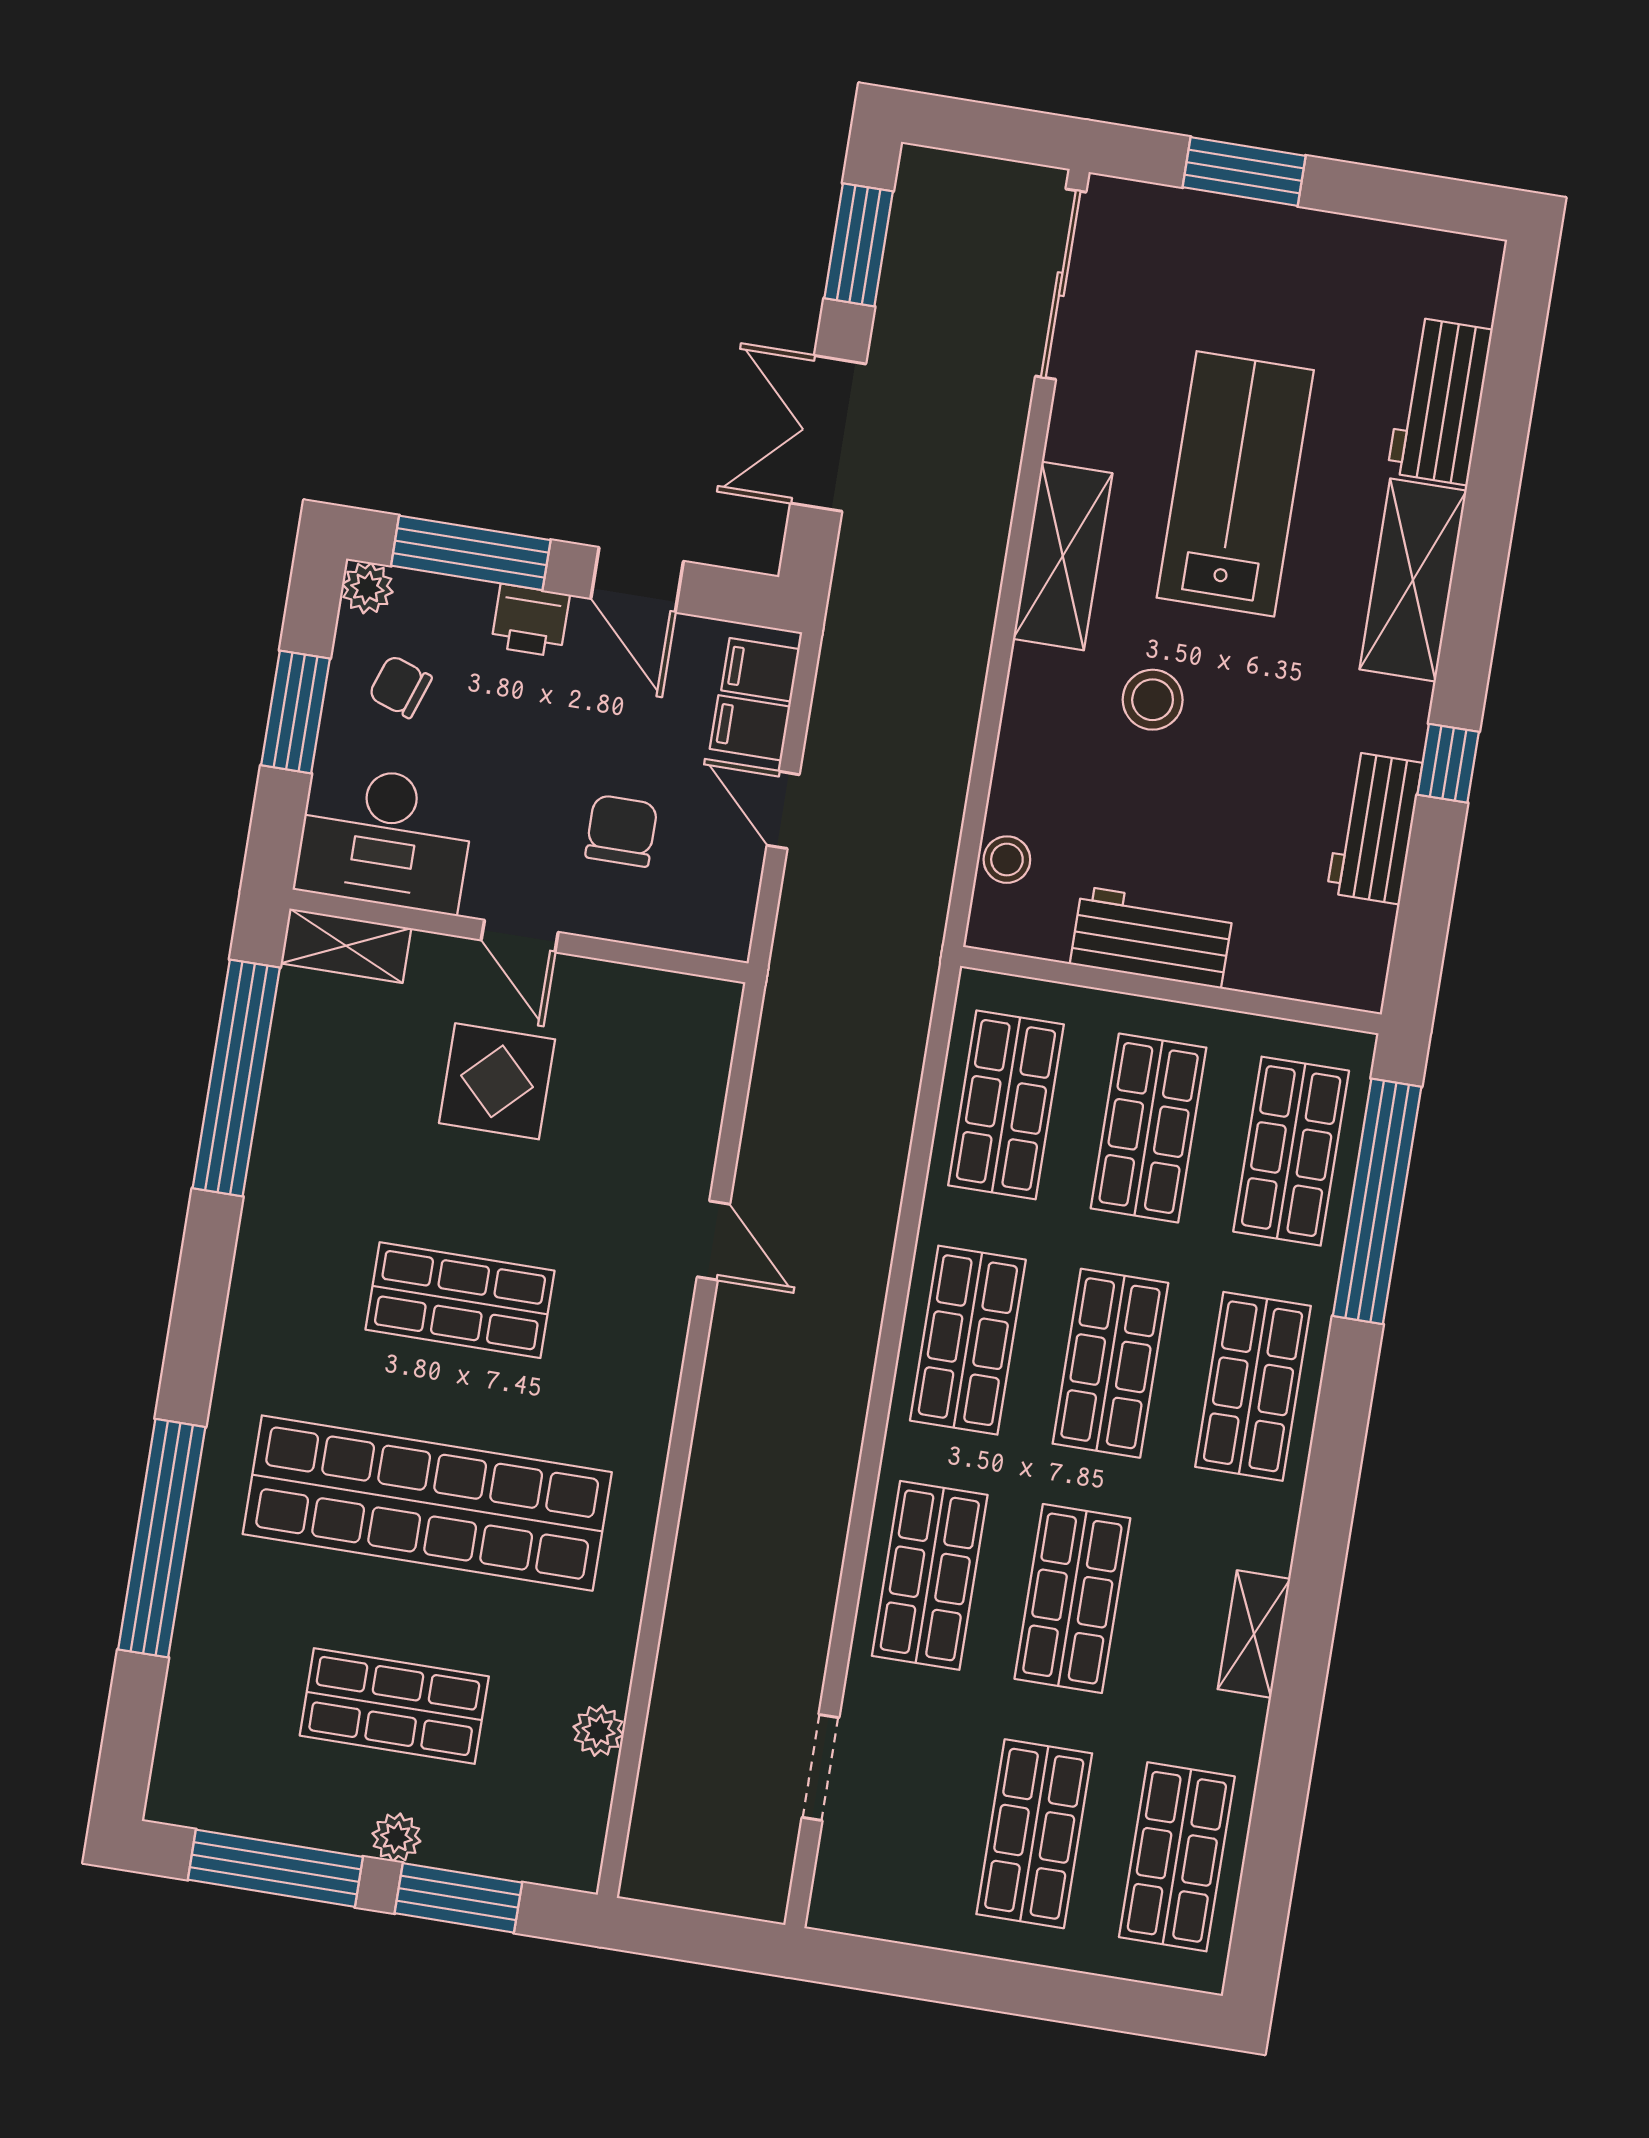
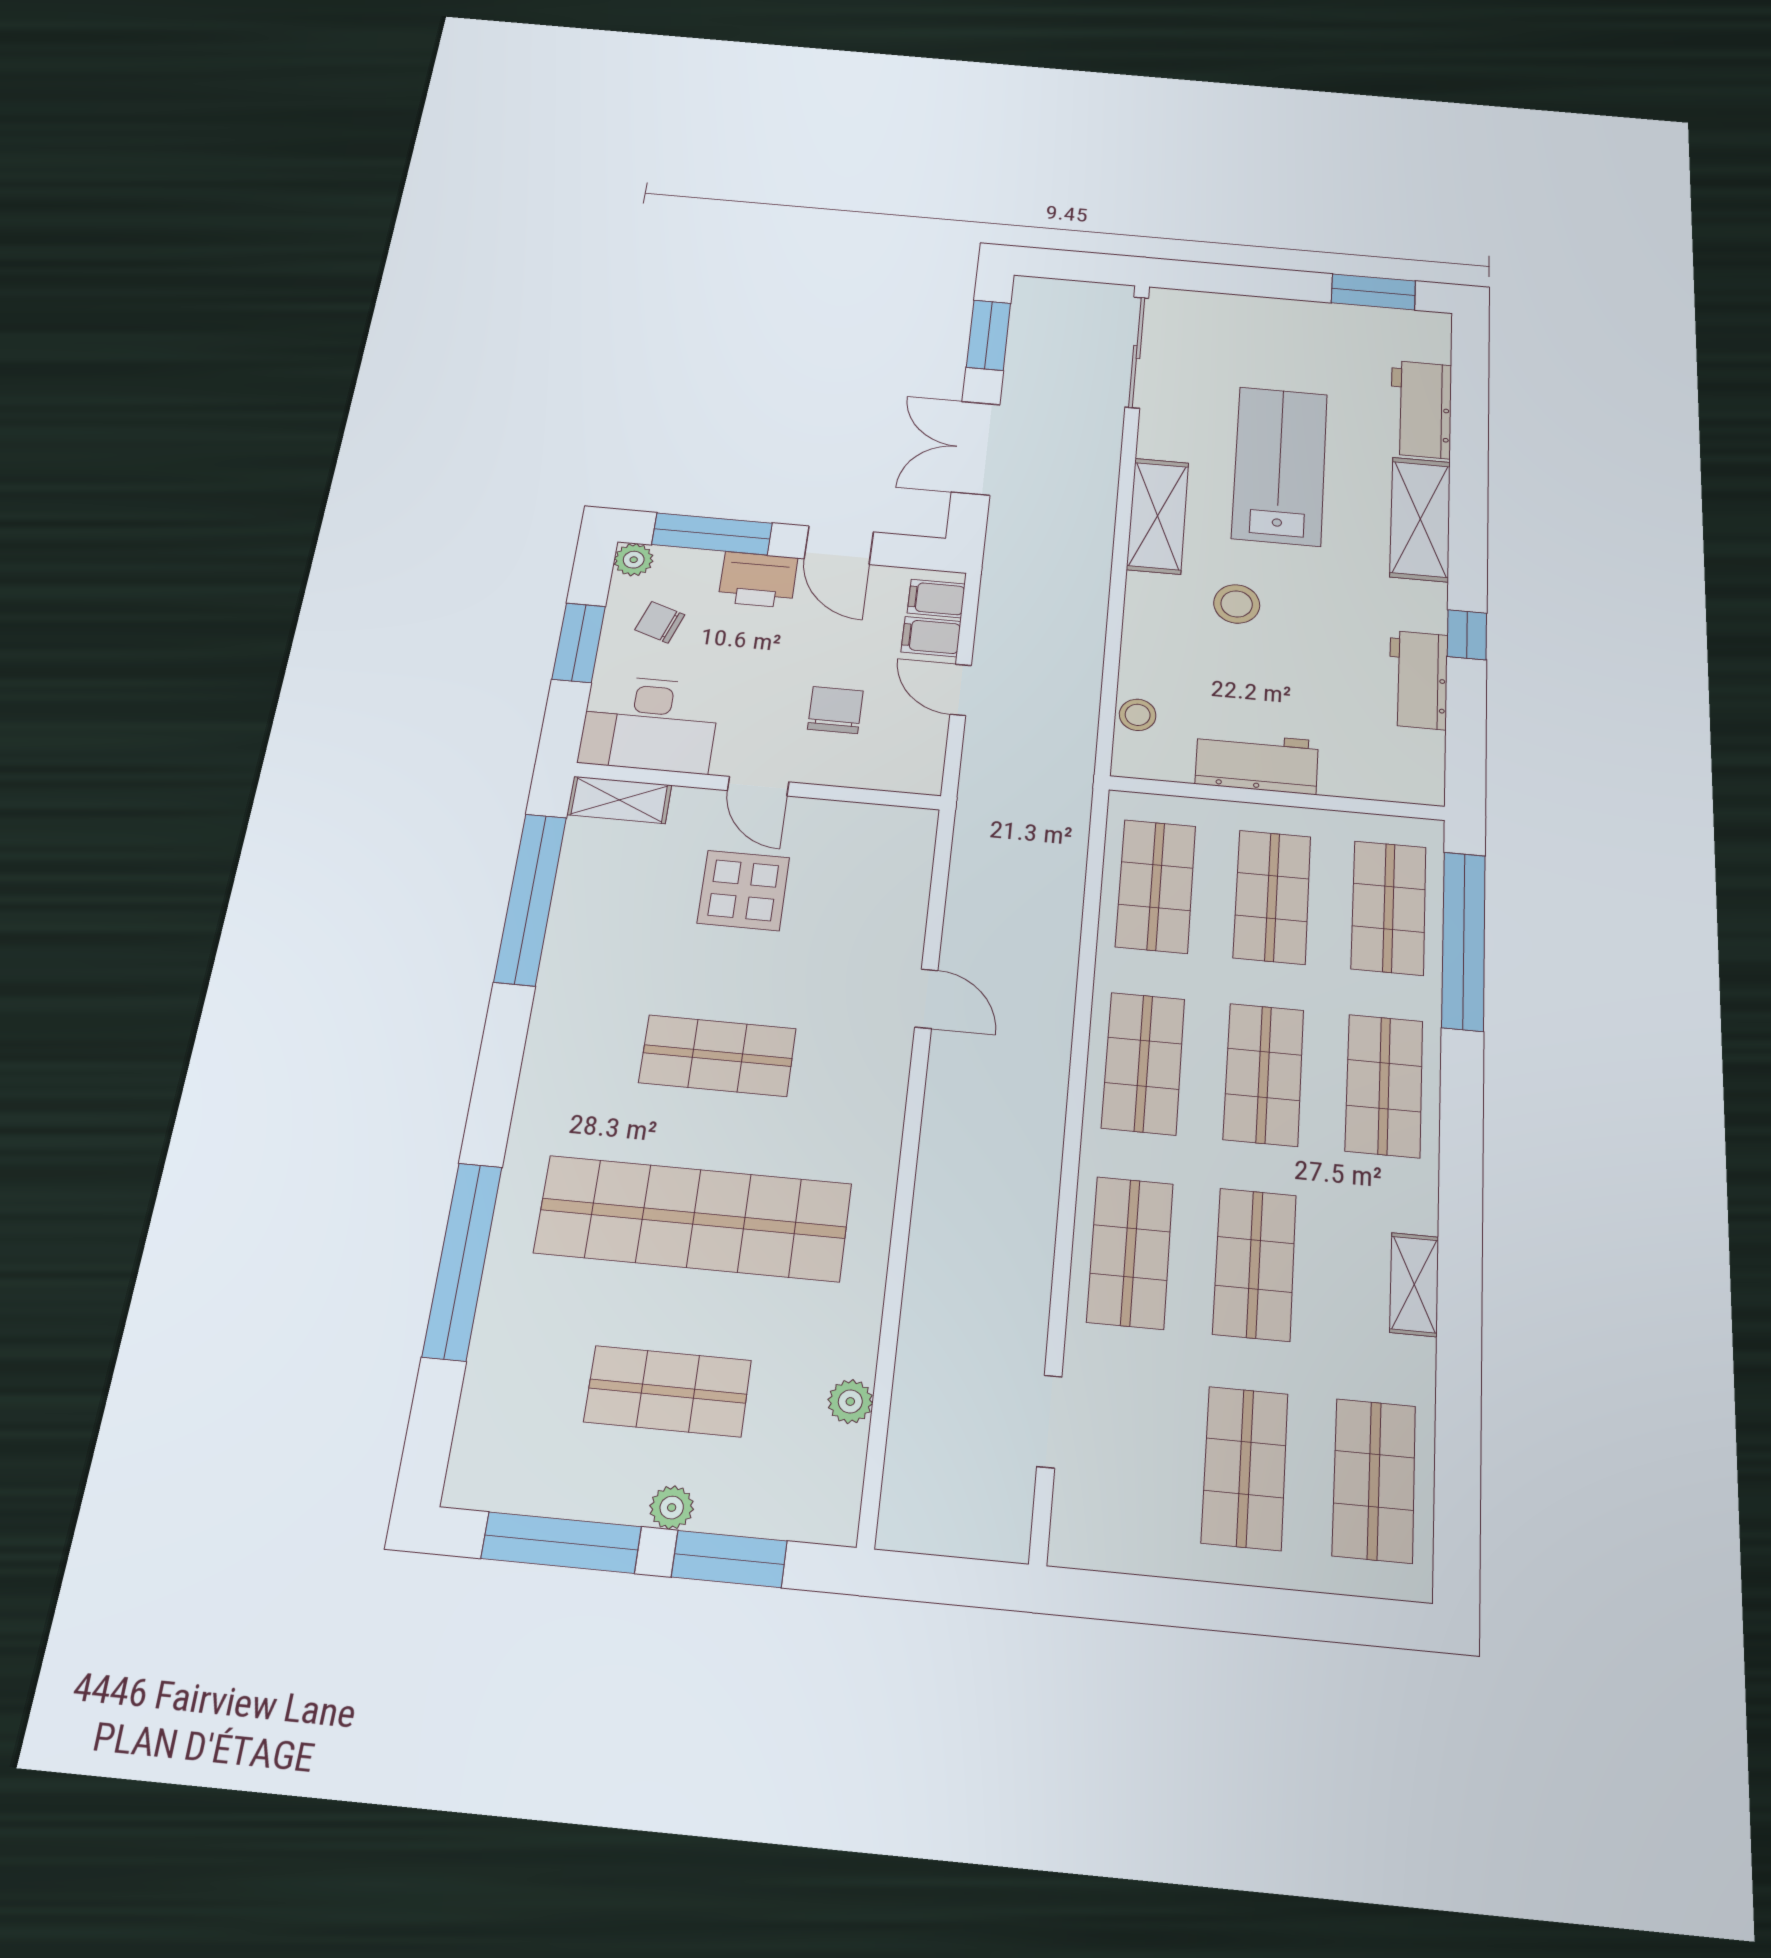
window: (1244, 171) -> (1373, 292), moved
printer: (530, 621) -> (758, 580), width x1.36, depth x1.24

